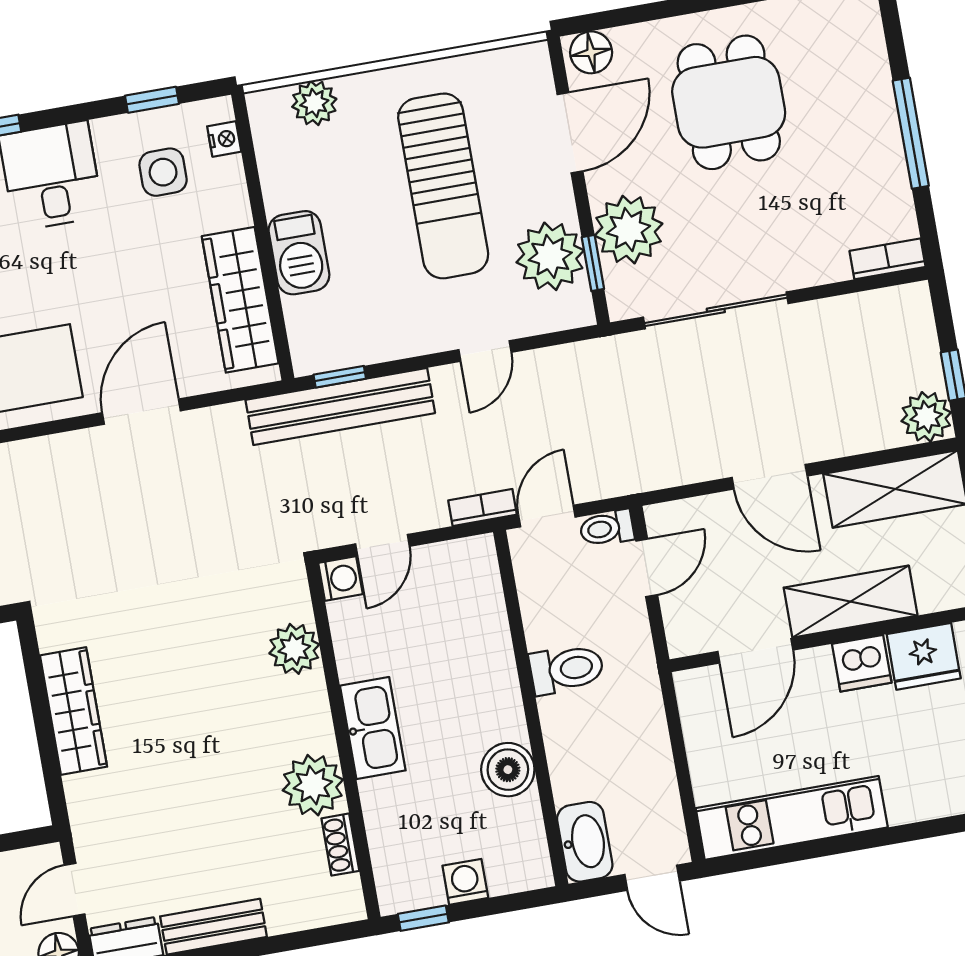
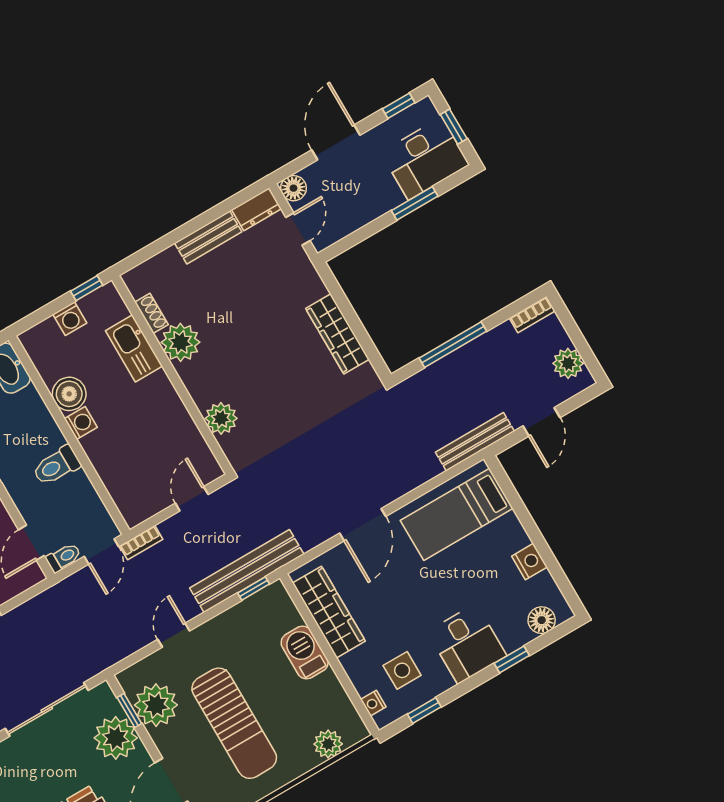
sun lounger: (443, 186) -> (234, 723), turned 180
washing machine: (341, 579) -> (81, 423), moved, turned 180
kitchen sink: (373, 728) -> (134, 348), moved

